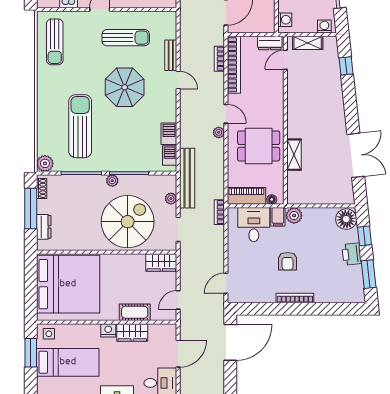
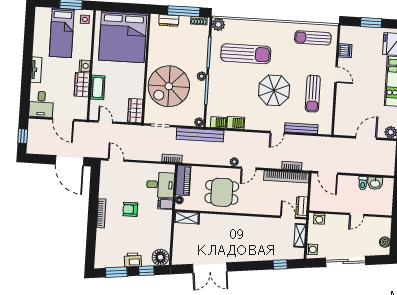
bench: (171, 55) -> (301, 128), width x1.36
dining table: (259, 146) -> (222, 192), turned 90
shelving: (294, 155) -> (187, 218), moved
plant: (171, 199) -> (199, 122), moved
plant: (294, 216) -> (166, 217), removed
spiral stairs: (128, 222) -> (169, 86), turned 90

